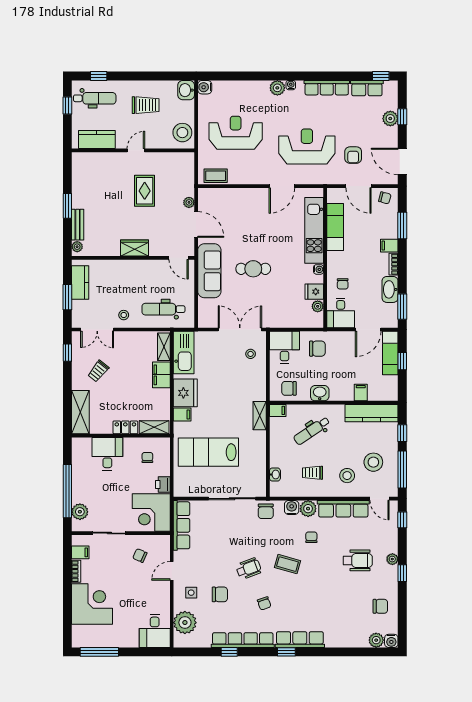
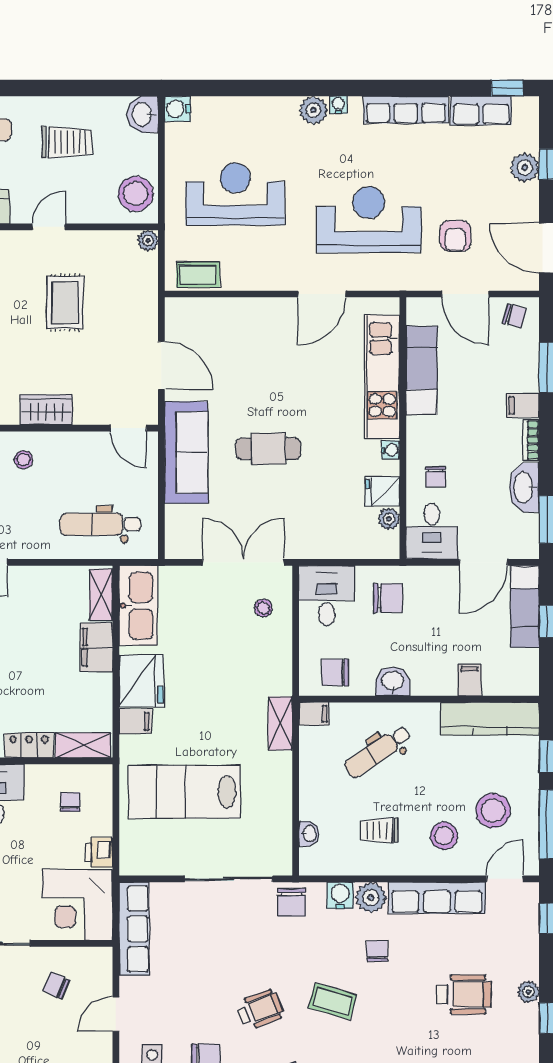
plant: (189, 202) -> (148, 241), moved
stool: (124, 315) -> (23, 460), moved
door: (380, 499) -> (505, 879), swing flipped

